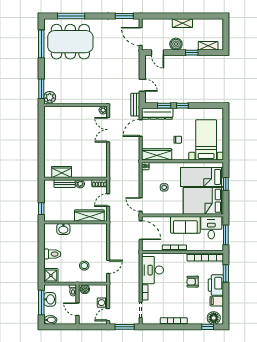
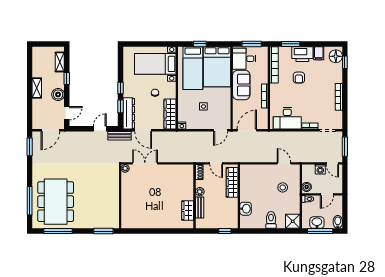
plant: (50, 97) -> (112, 223), removed
double door: (108, 130) -> (145, 163), swing flipped

